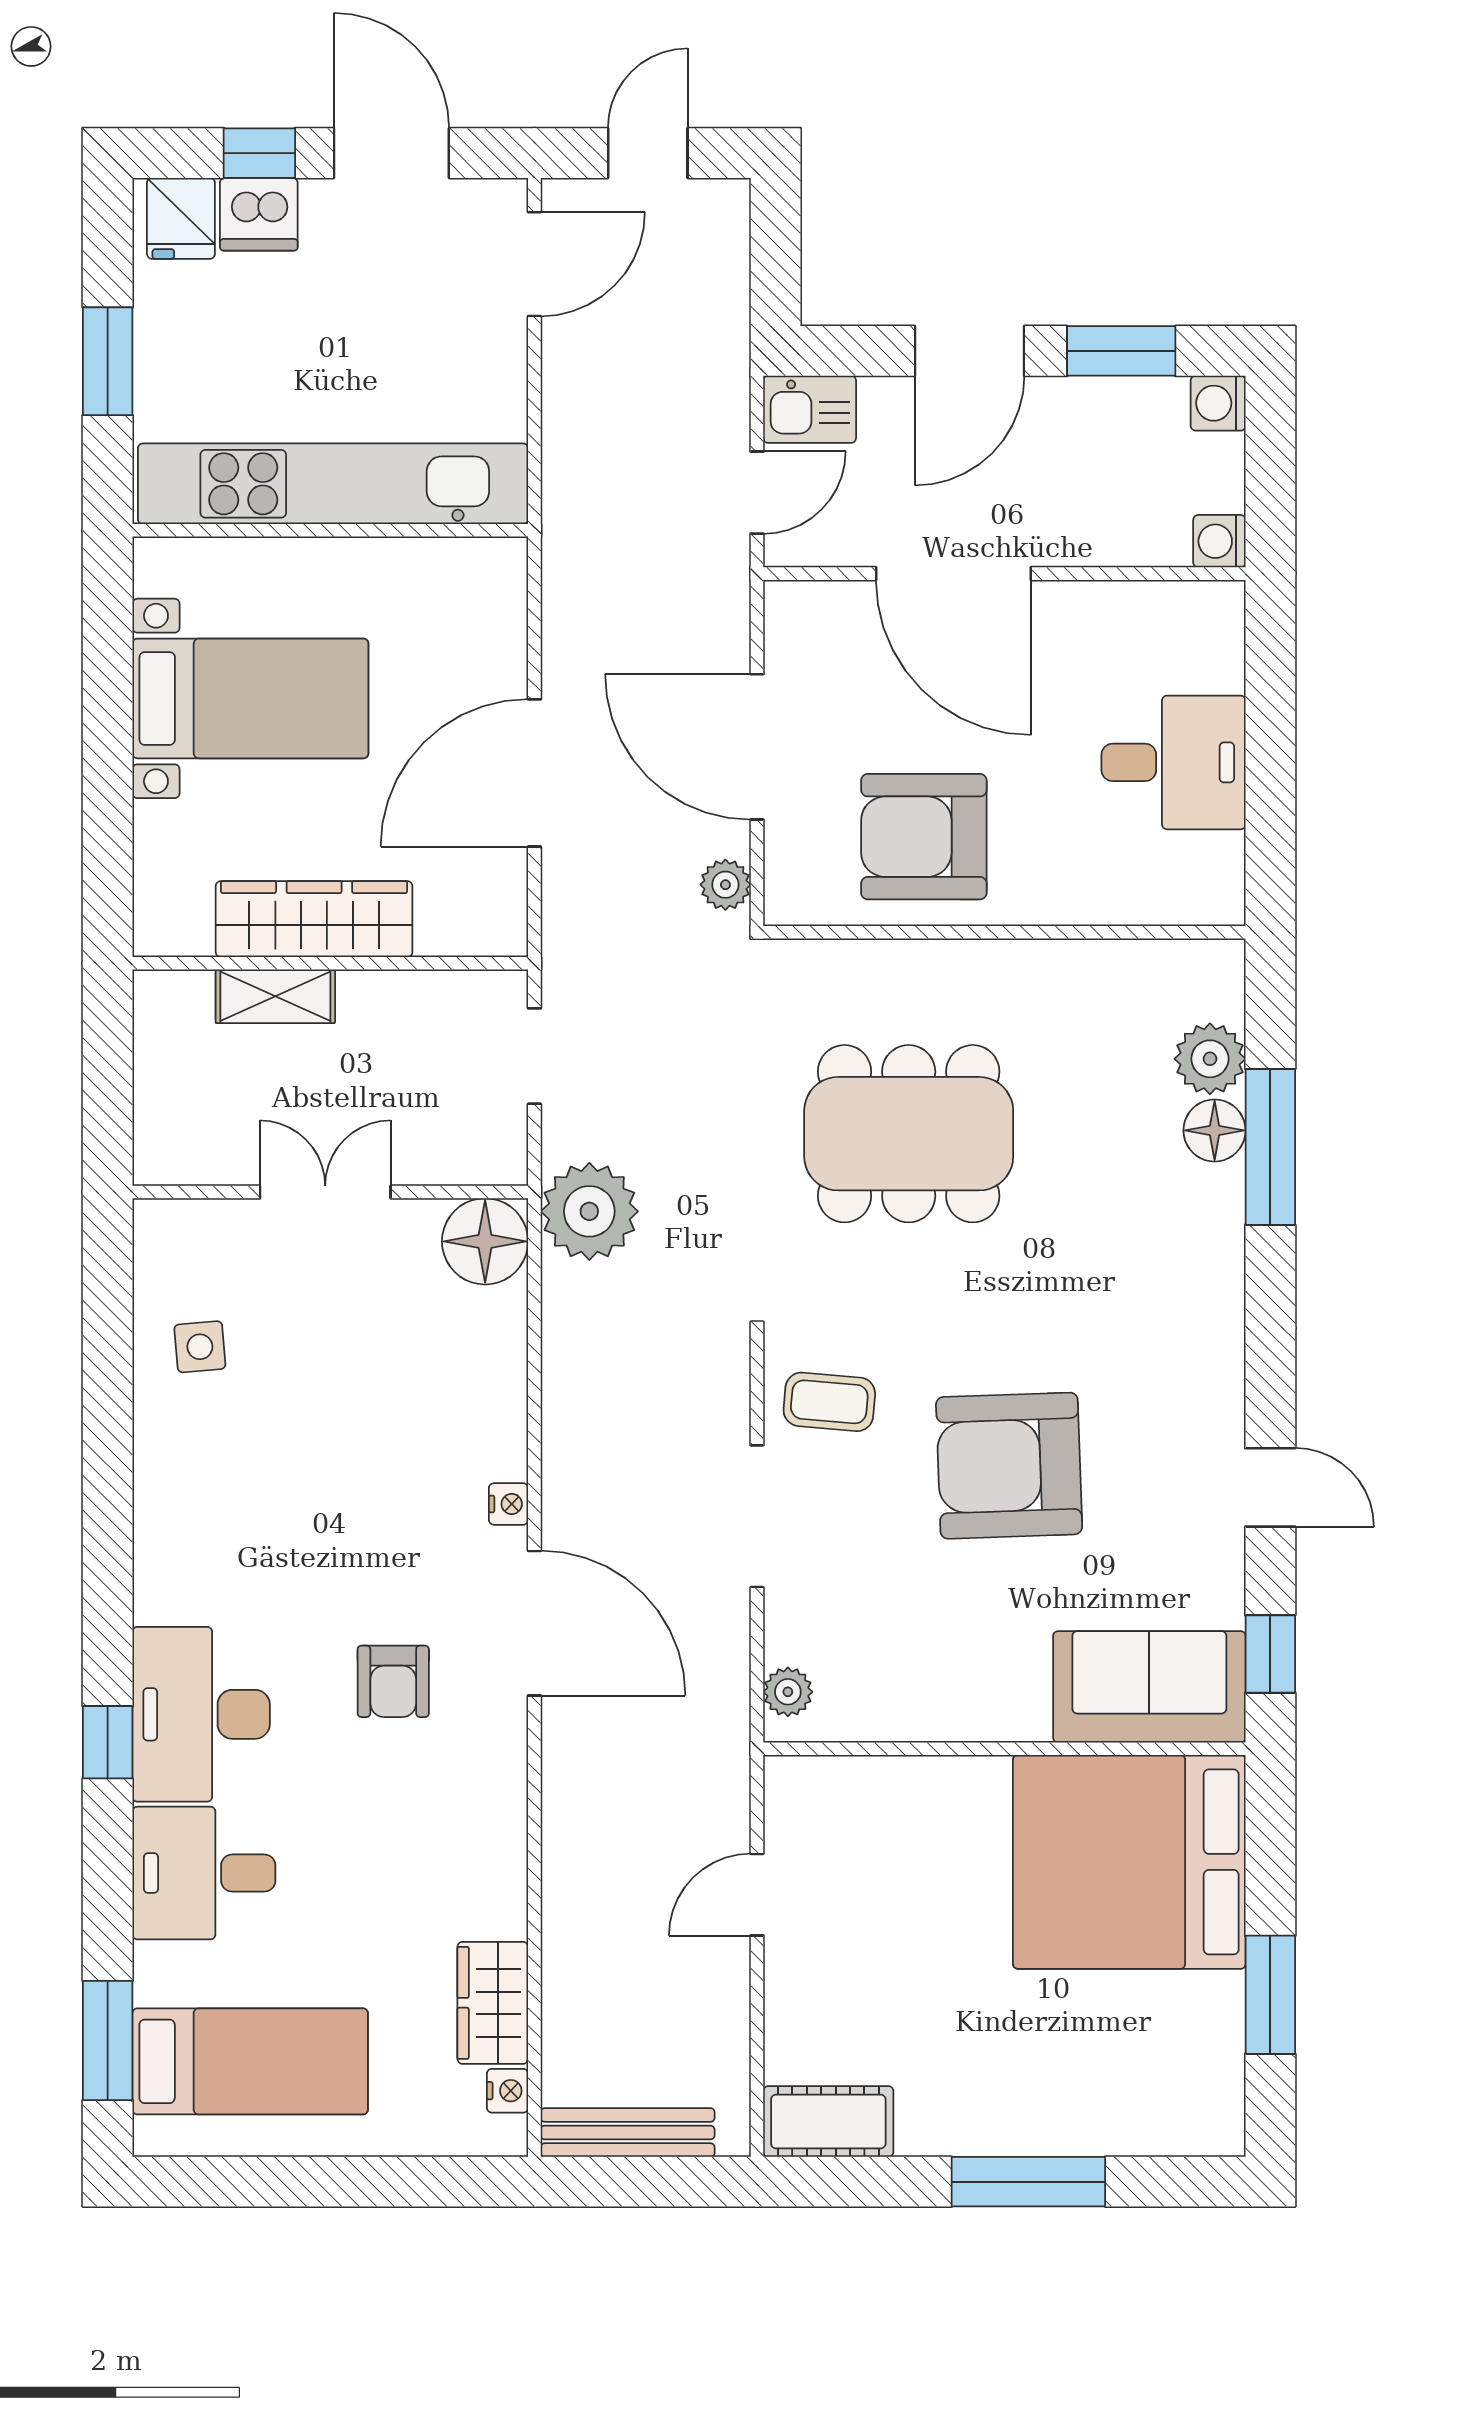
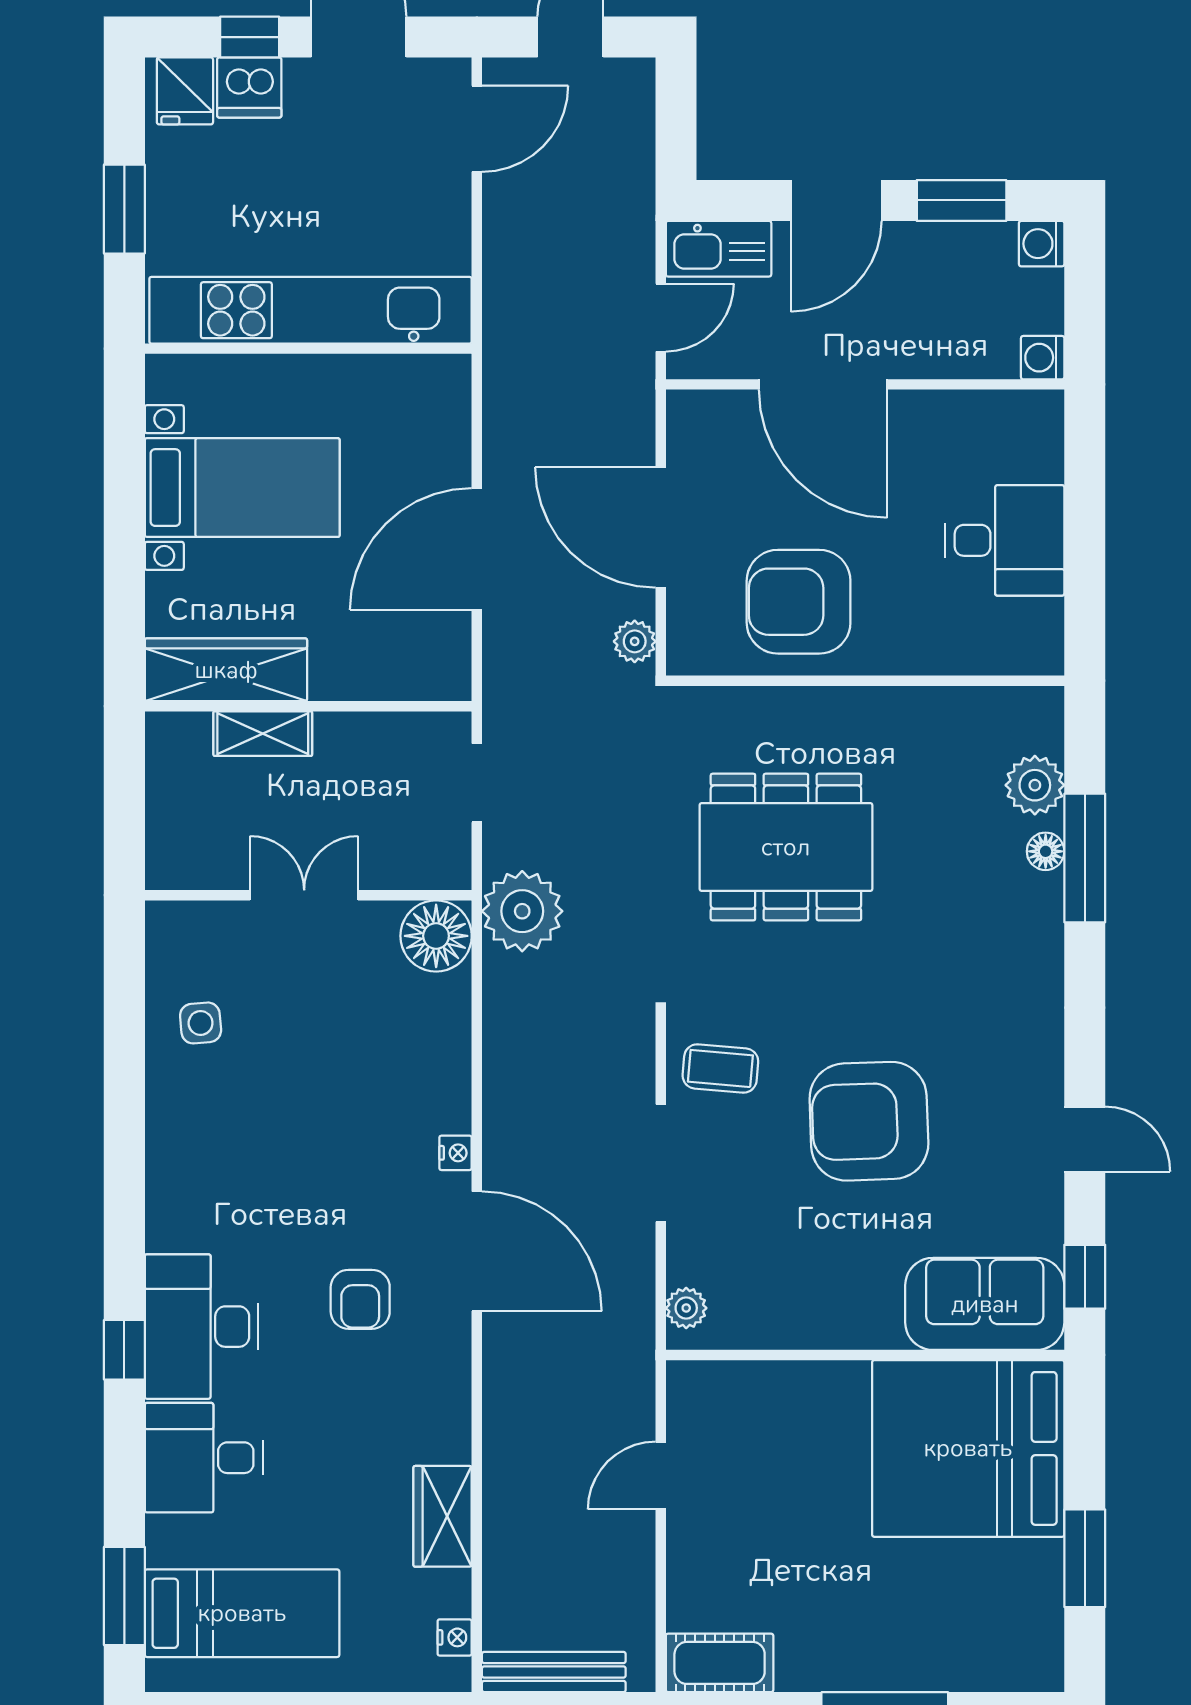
kitchen sink: (810, 409) -> (719, 249), width x1.38
wardrobe: (314, 919) -> (226, 670), moved
floor lamp: (1215, 1130) -> (1046, 851), width x0.73, depth x0.73
wardrobe: (493, 2003) -> (442, 1516), moved

